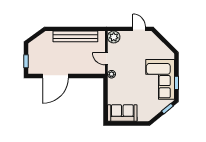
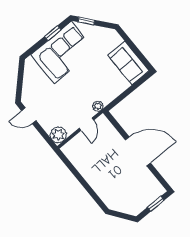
door: (139, 29) -> (29, 116), hinge flipped
bench: (75, 36) -> (90, 174), removed
door: (55, 76) -> (138, 151), moved

